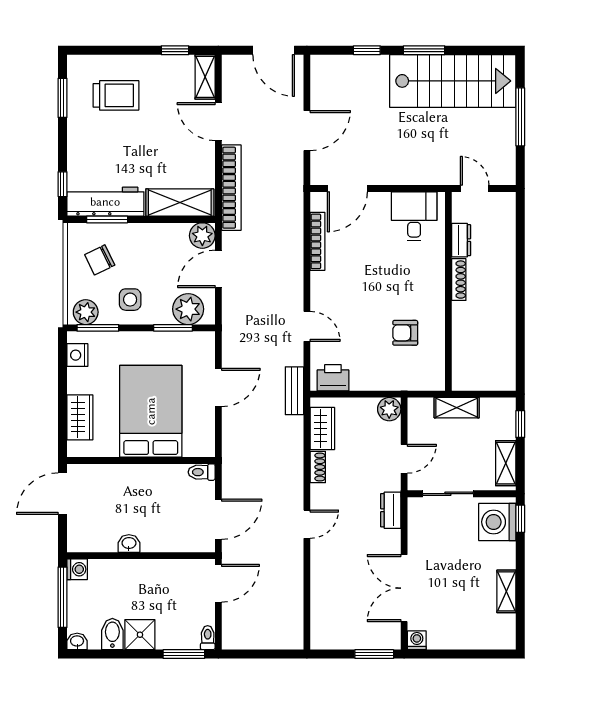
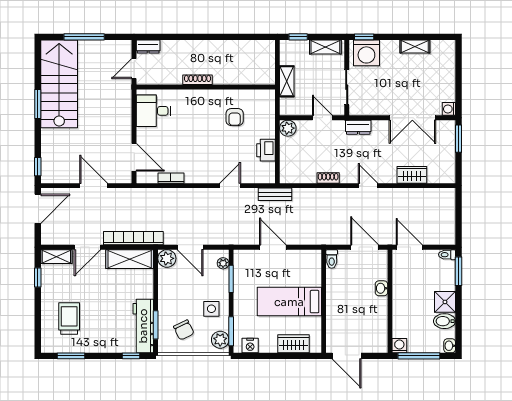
window: (367, 50) -> (38, 167), moved
shelving: (180, 203) -> (130, 259), moved, turned 90
dresser: (461, 240) -> (148, 47), moved, turned 180
bookcase: (318, 241) -> (171, 178), width x0.64
plant: (188, 309) -> (223, 263), width x0.53, depth x0.53
printer: (333, 378) -> (266, 150), moved
bed: (151, 411) -> (289, 302), width x0.67
wardrobe: (322, 428) -> (412, 175), moved
washbasin: (129, 544) -> (381, 288), moved

